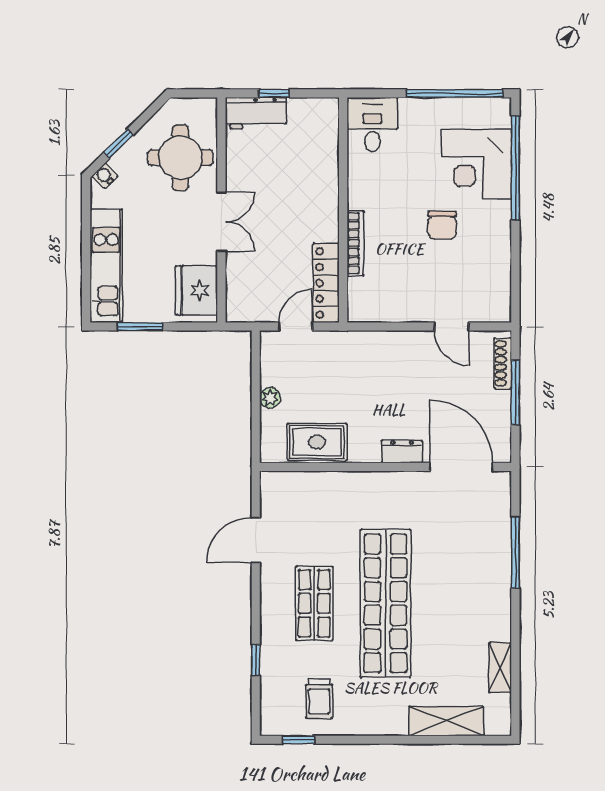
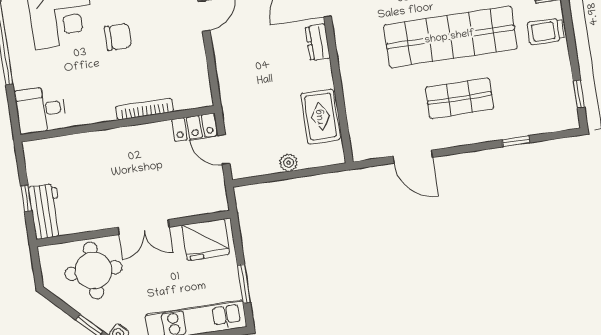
double door: (221, 222) -> (144, 227), swing flipped
locker: (326, 283) -> (194, 127), width x0.66
trolley: (319, 699) -> (546, 31), moved, turned 180

